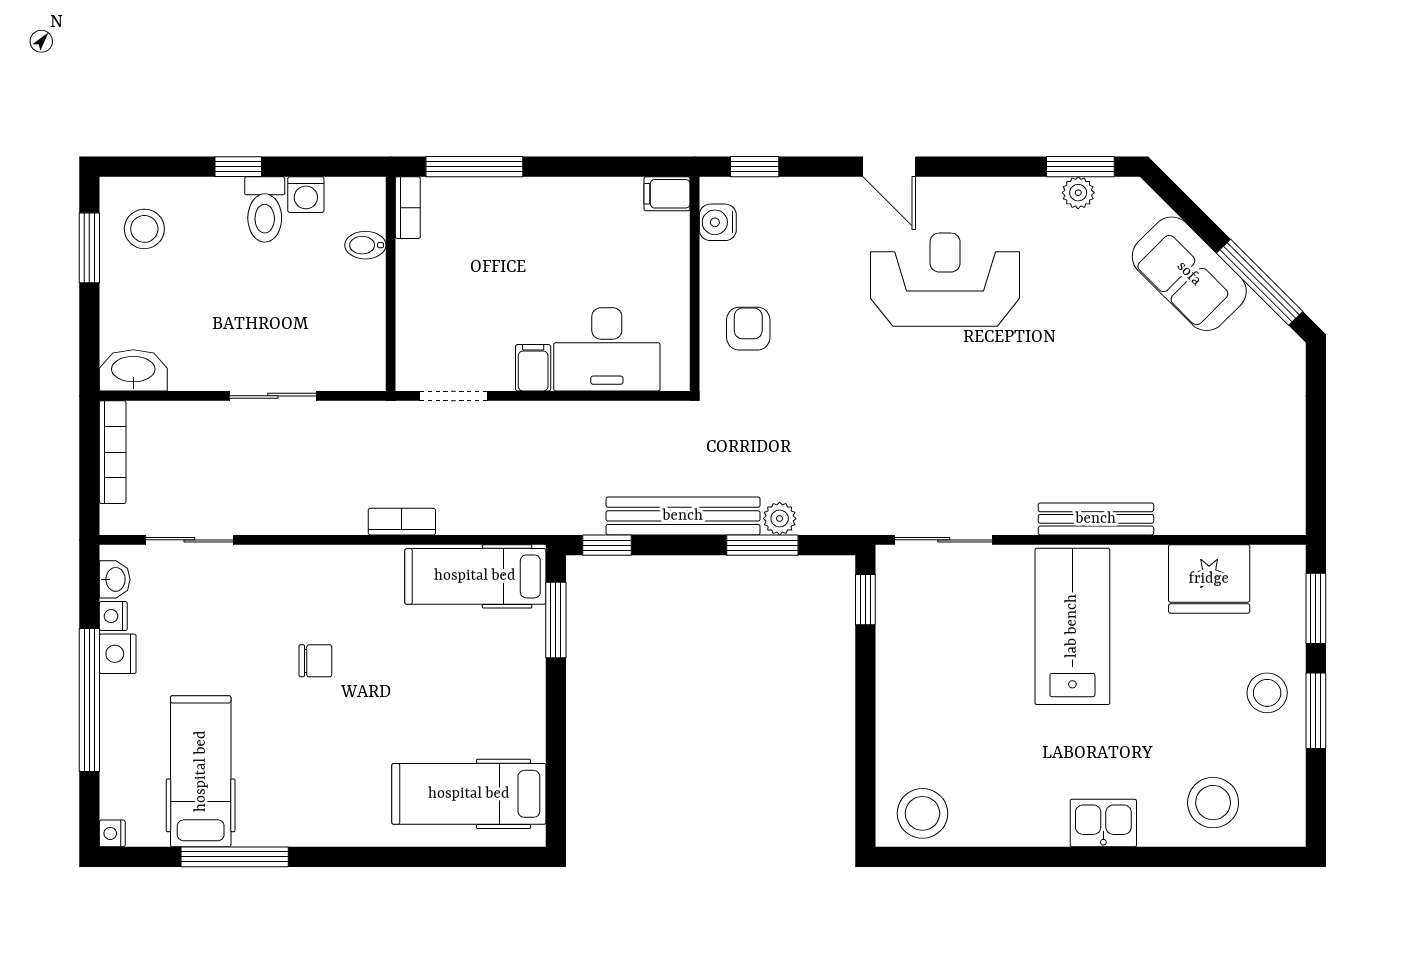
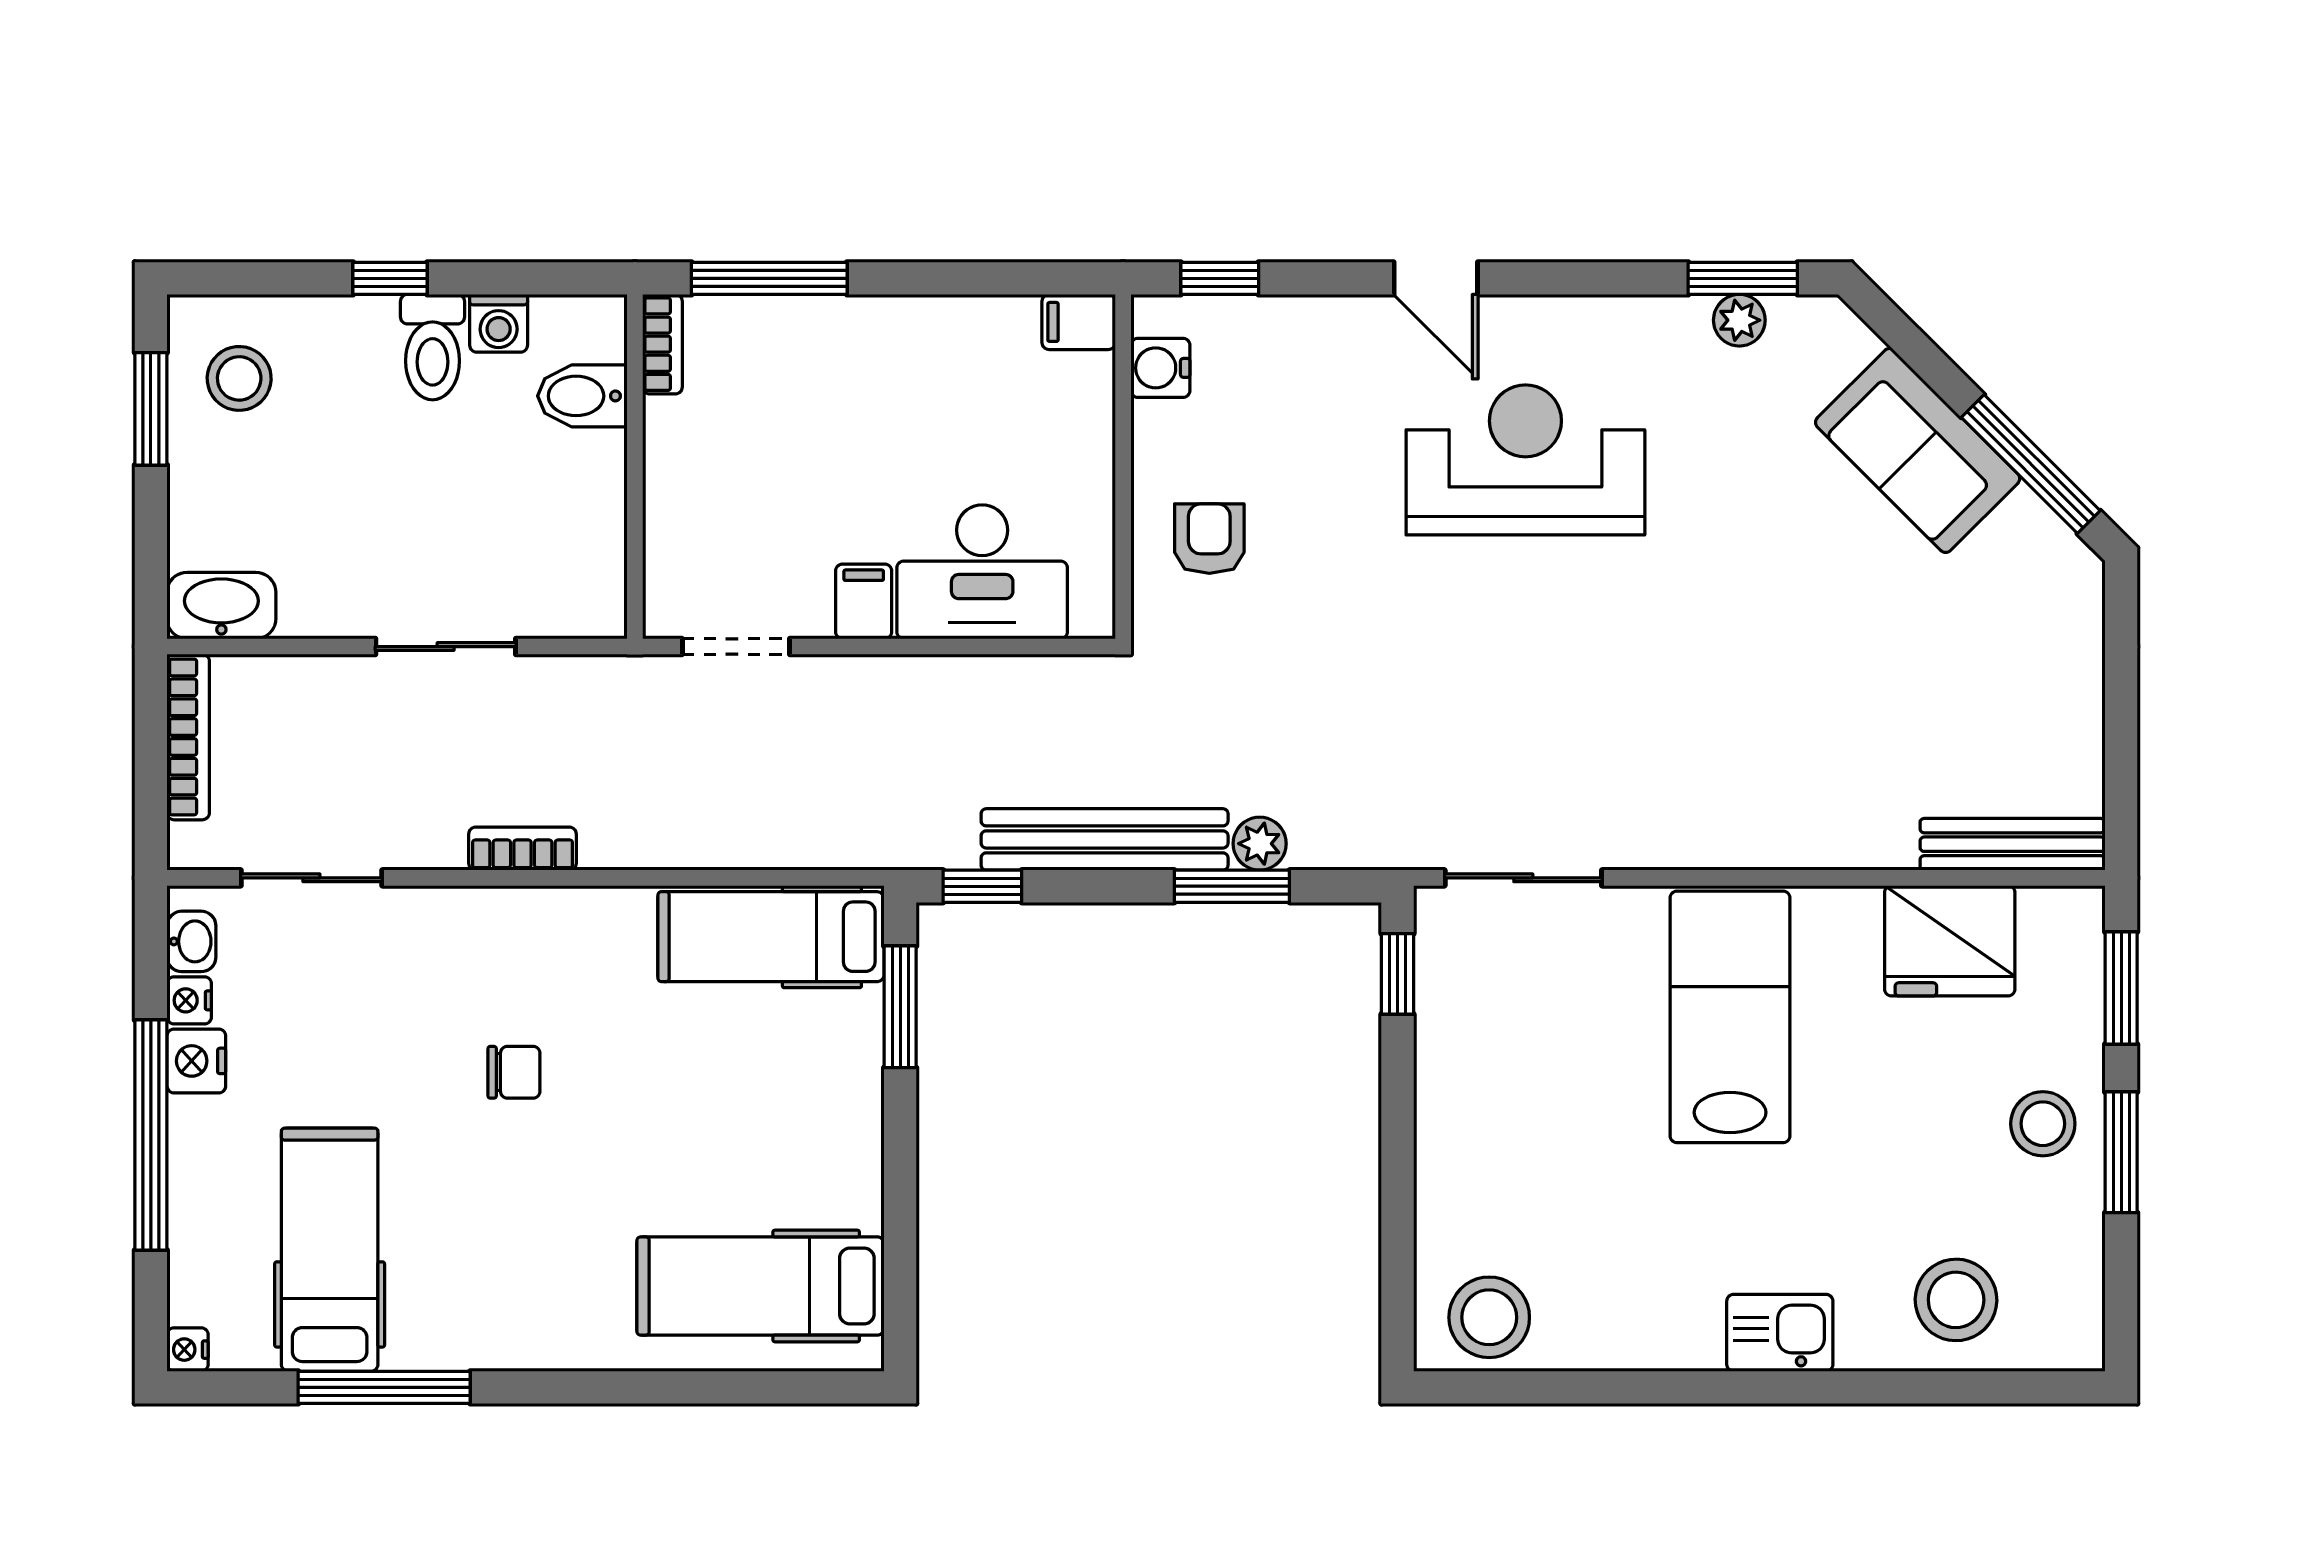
bidet: (365, 245) -> (582, 396), width x1.38, depth x1.36
bench: (1096, 519) -> (2013, 844), moved
bookcase: (402, 522) -> (523, 849), moved

